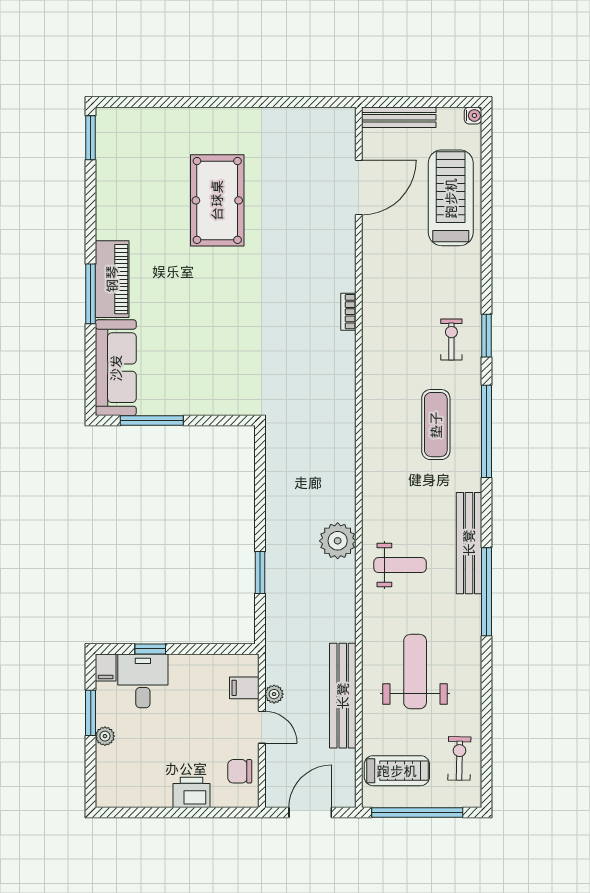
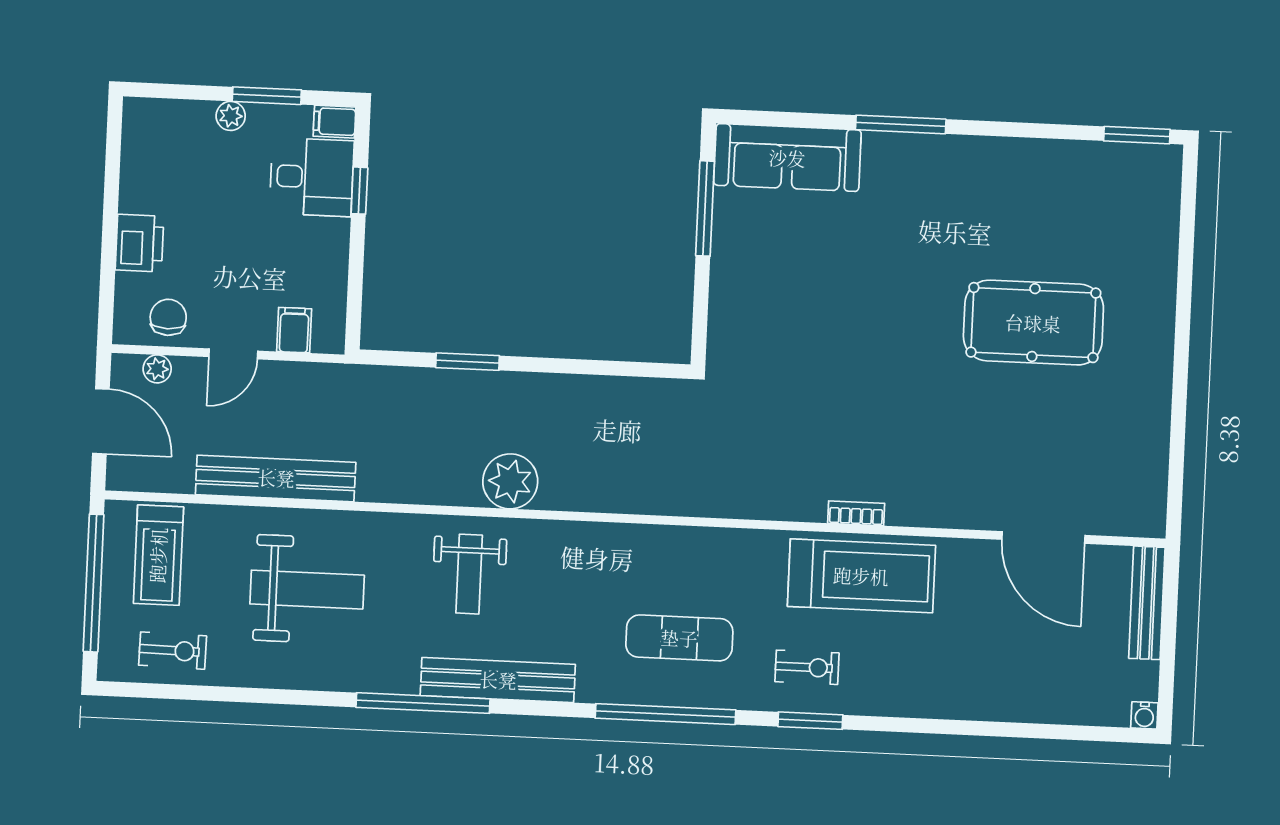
treadmill: (451, 198) -> (861, 576), moved
piano: (112, 279) -> (922, 158), removed
plant: (274, 694) -> (157, 369), moved

